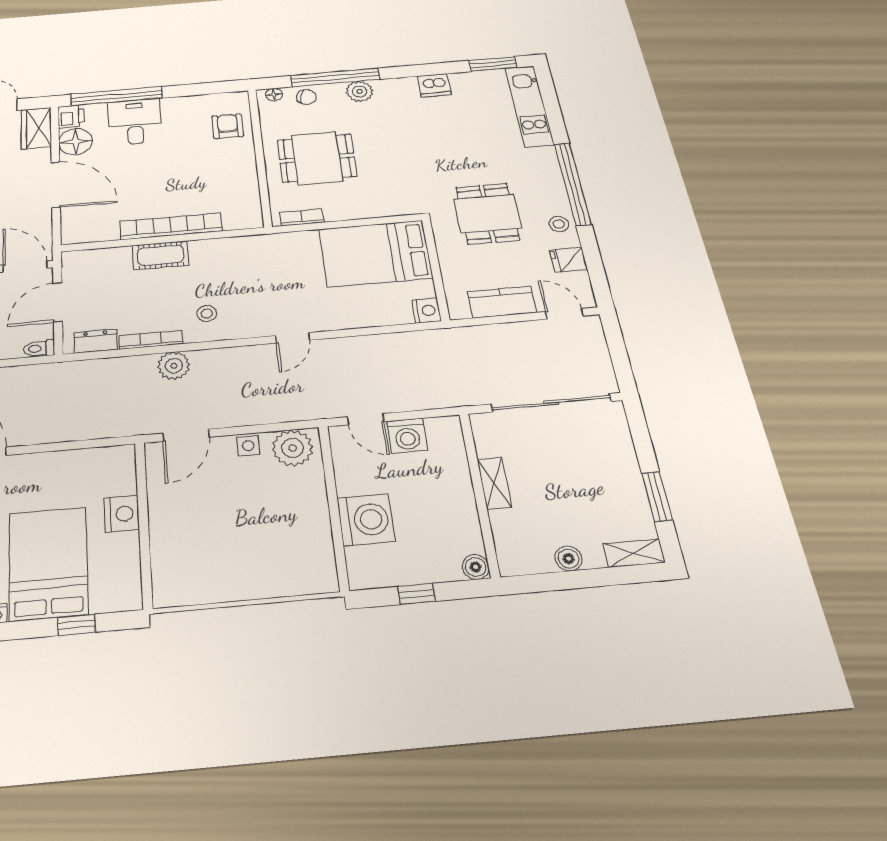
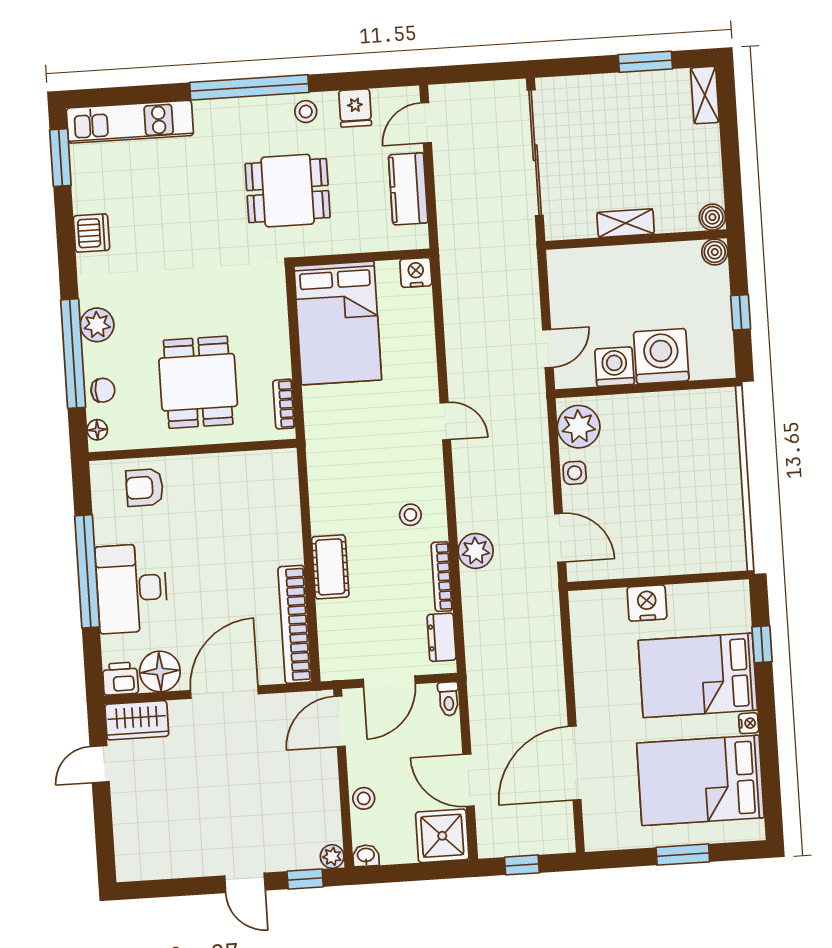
window: (116, 96) -> (87, 571), moved
chair: (306, 97) -> (103, 390), turned 74
desk: (135, 122) -> (132, 588), width x1.37
bookcase: (171, 226) -> (295, 624), moved
door: (58, 302) -> (389, 681), hinge flipped
washing machine: (407, 436) -> (614, 367), moved, turned -90
boiler: (568, 559) -> (712, 217), moved

